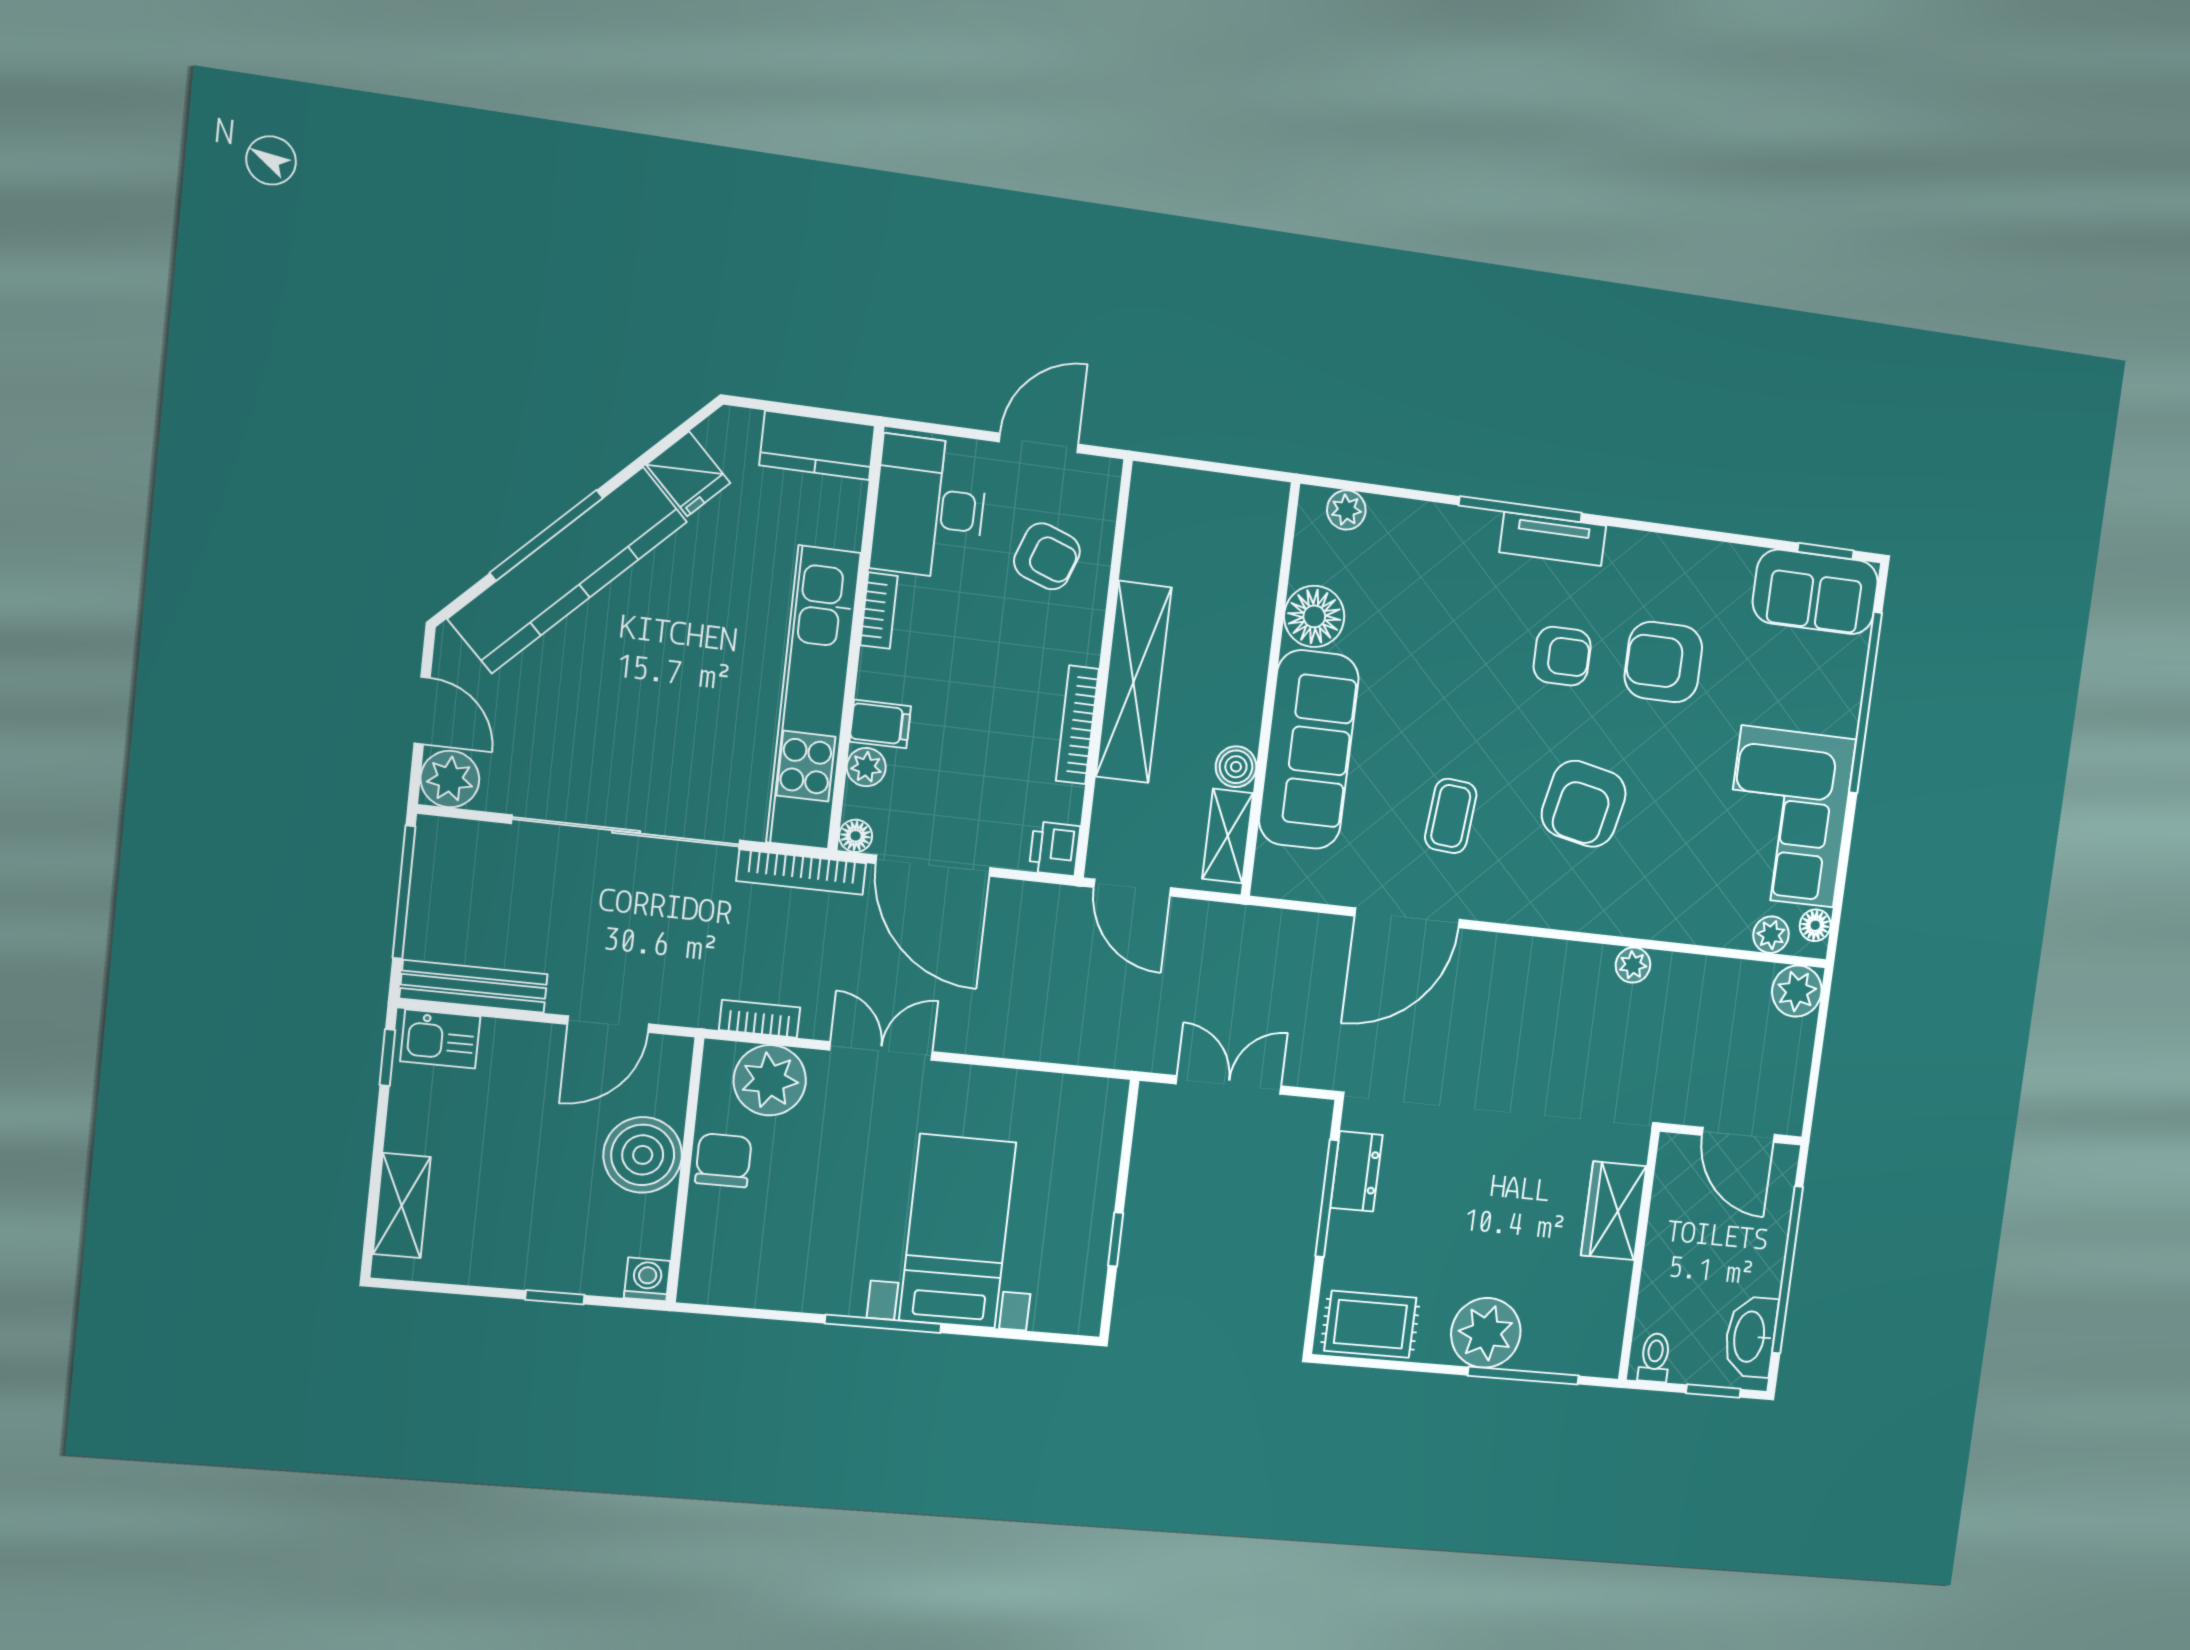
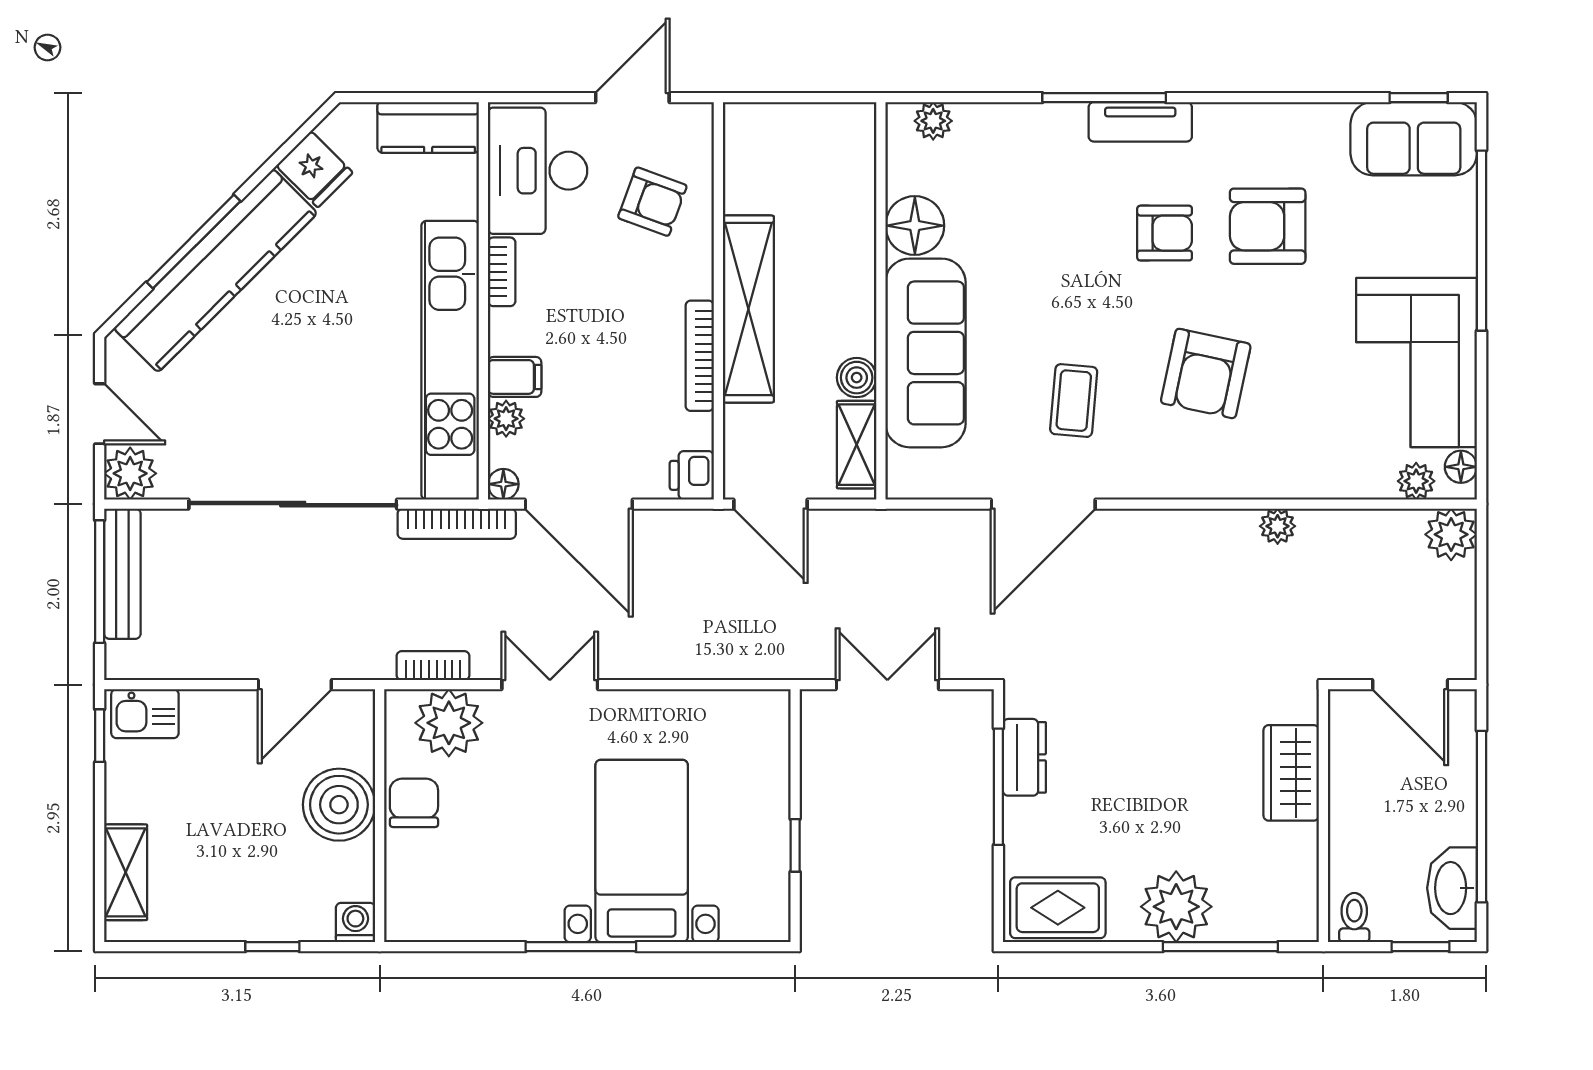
bench: (474, 986) -> (122, 574), moved, turned 90

